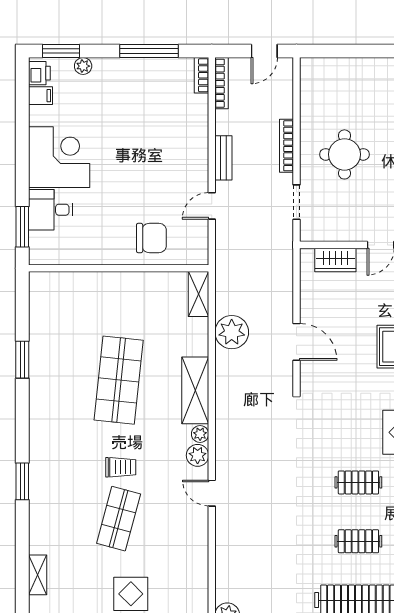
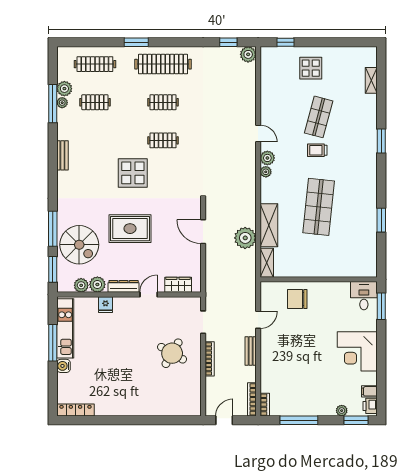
round table: (344, 154) -> (172, 353), turned 30
desk: (50, 210) -> (364, 296), moved, turned -90
shelving: (195, 390) -> (269, 225), moved

